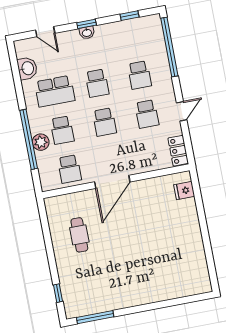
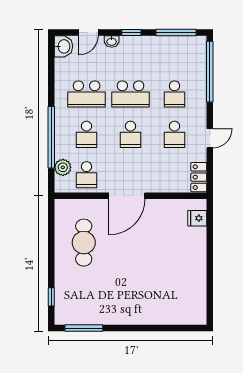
window: (130, 16) -> (176, 33), width x2.17
door: (45, 32) -> (88, 33), hinge flipped
washbasin: (87, 33) -> (112, 41), moved
washbasin: (27, 68) -> (63, 46), moved
school desk: (97, 83) -> (131, 94), width x1.85
plant: (41, 142) -> (63, 167), moved
cafe table: (79, 235) -> (84, 243), width x1.37, depth x1.35

